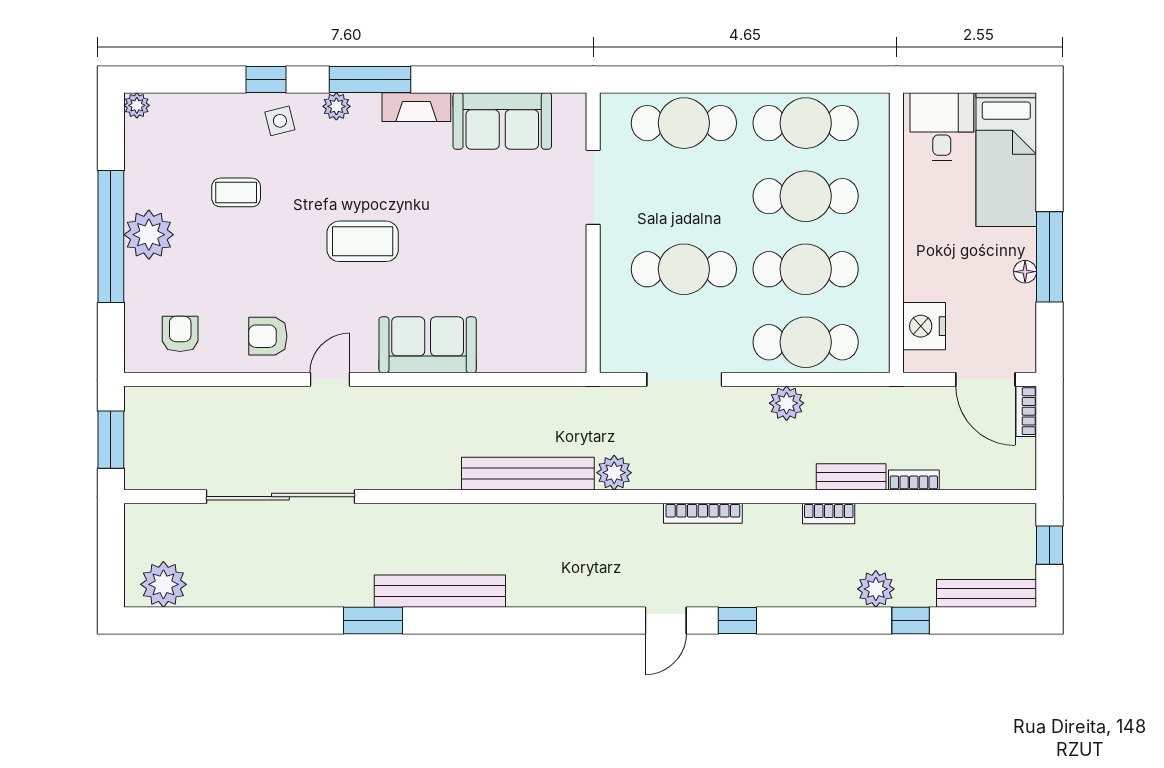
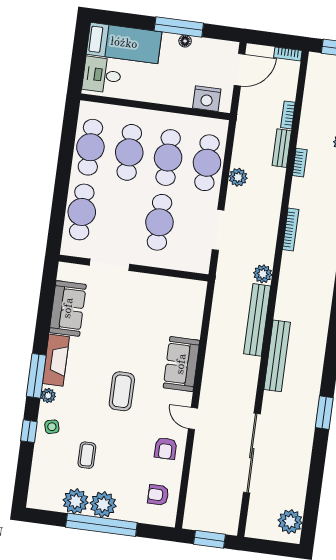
plant: (137, 105) -> (76, 501), moved, width x1.88, depth x1.88
fireplace: (416, 107) -> (56, 360), width x1.37, depth x1.32
bookcase: (1026, 411) -> (288, 54), moved
bench: (440, 591) -> (277, 356), moved

